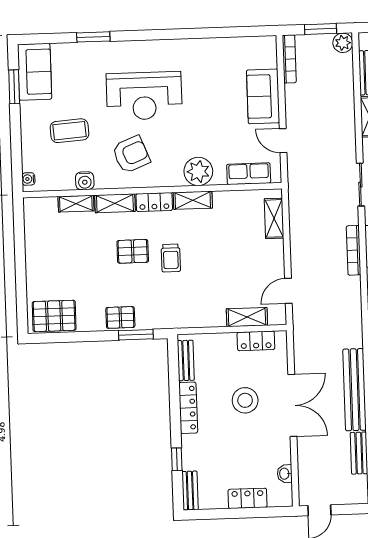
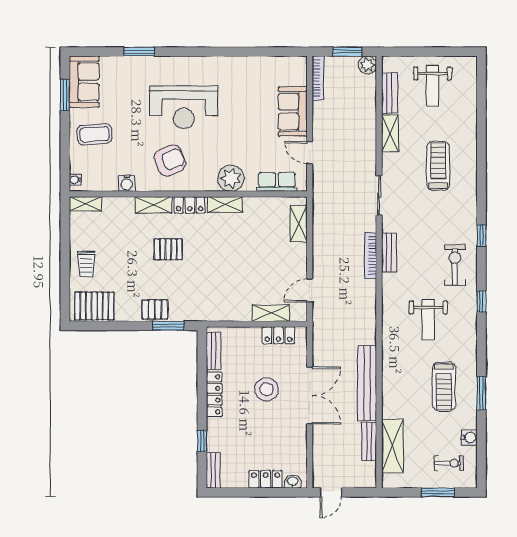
coffee table: (69, 131) -> (94, 134), moved
shelving: (76, 204) -> (85, 204), moved
trolley: (171, 258) -> (86, 264), moved
washbasin: (285, 474) -> (293, 481), moved, turned 90

